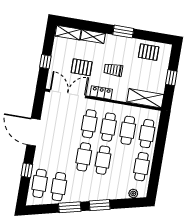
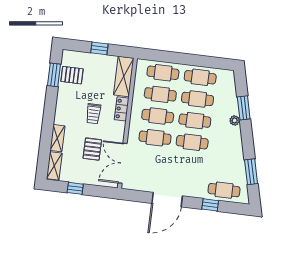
window: (123, 32) -> (54, 75), moved
pallet: (149, 52) -> (72, 75), turned 90
window: (45, 62) -> (75, 188), moved
locker: (101, 93) -> (122, 109), moved
cafe table: (59, 187) -> (197, 99), moved
plant: (133, 193) -> (235, 120), moved
window: (100, 205) -> (244, 108), moved
window: (70, 207) -> (251, 172), moved

